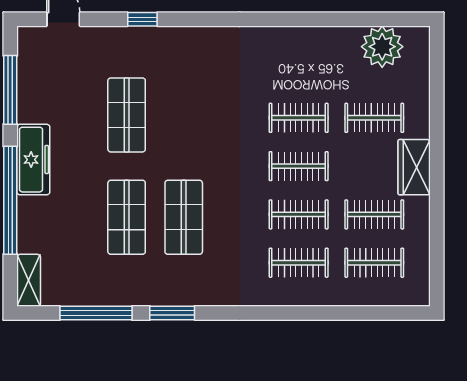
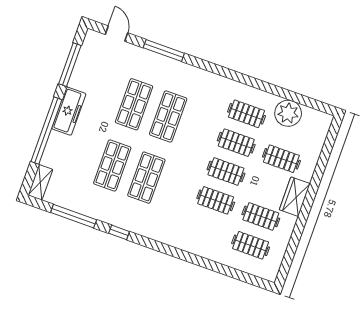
window: (142, 19) -> (164, 50), width x2.17
plant: (382, 47) -> (288, 113), moved
shop shelf: (184, 115) -> (168, 116), added
clothes rail: (299, 263) -> (246, 114), moved
window: (172, 313) -> (119, 232), width x0.67

